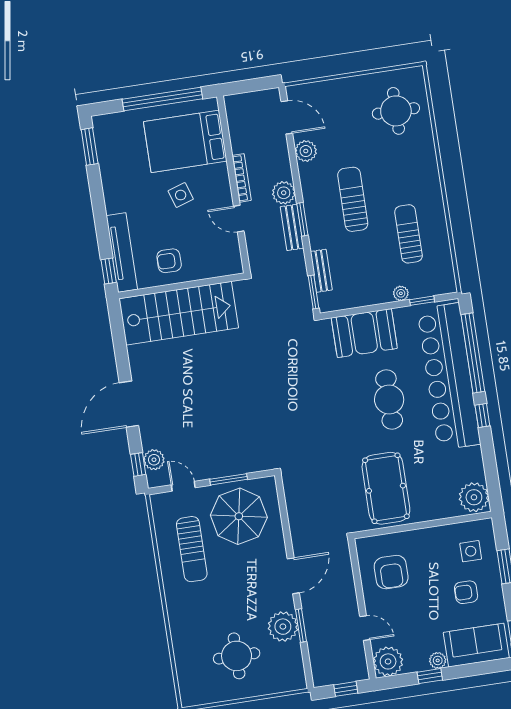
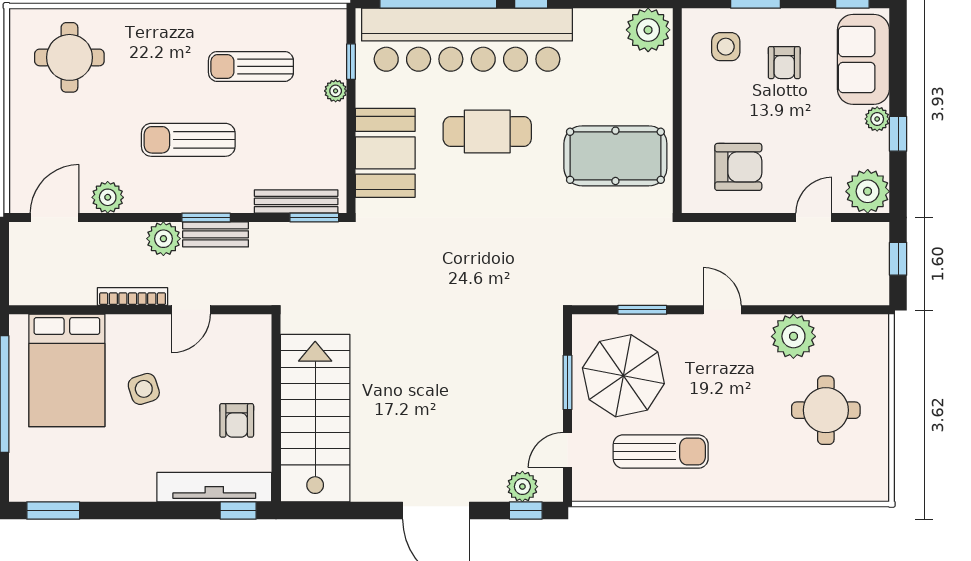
bench: (321, 271) -> (296, 201), width x1.36
door: (293, 576) -> (722, 310), width x0.73
window: (301, 625) -> (642, 310), moved

